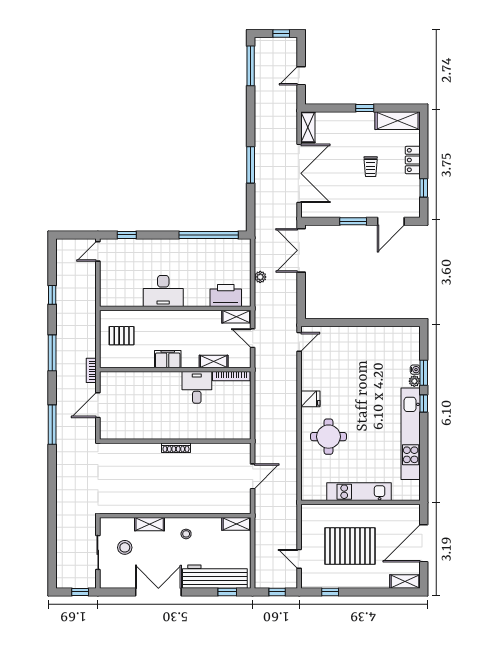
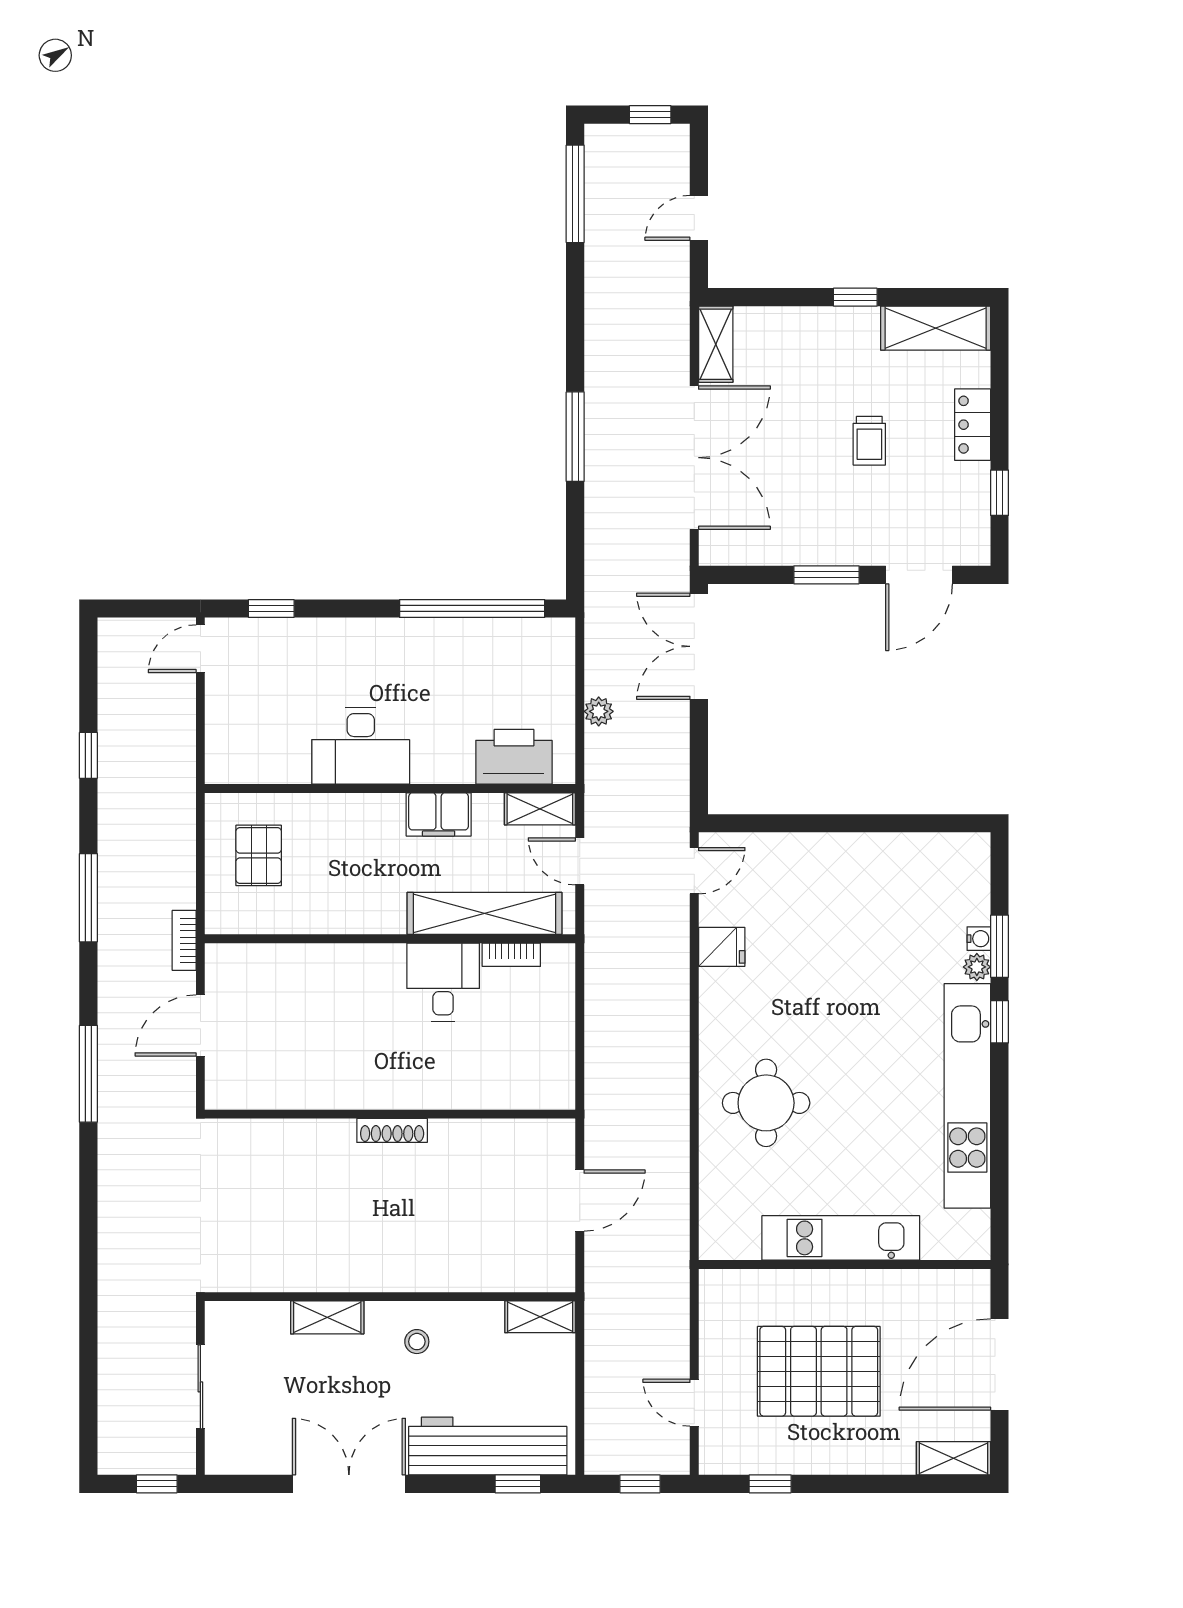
pallet: (122, 336) -> (259, 855), turned 90
filing cabinet: (168, 359) -> (439, 814), moved, turned 180
shelving: (214, 361) -> (484, 913), width x2.20, depth x1.33
bookcase: (231, 376) -> (511, 955), width x0.64
fridge: (310, 399) -> (722, 947), moved
stool: (125, 547) -> (266, 1375), removed

